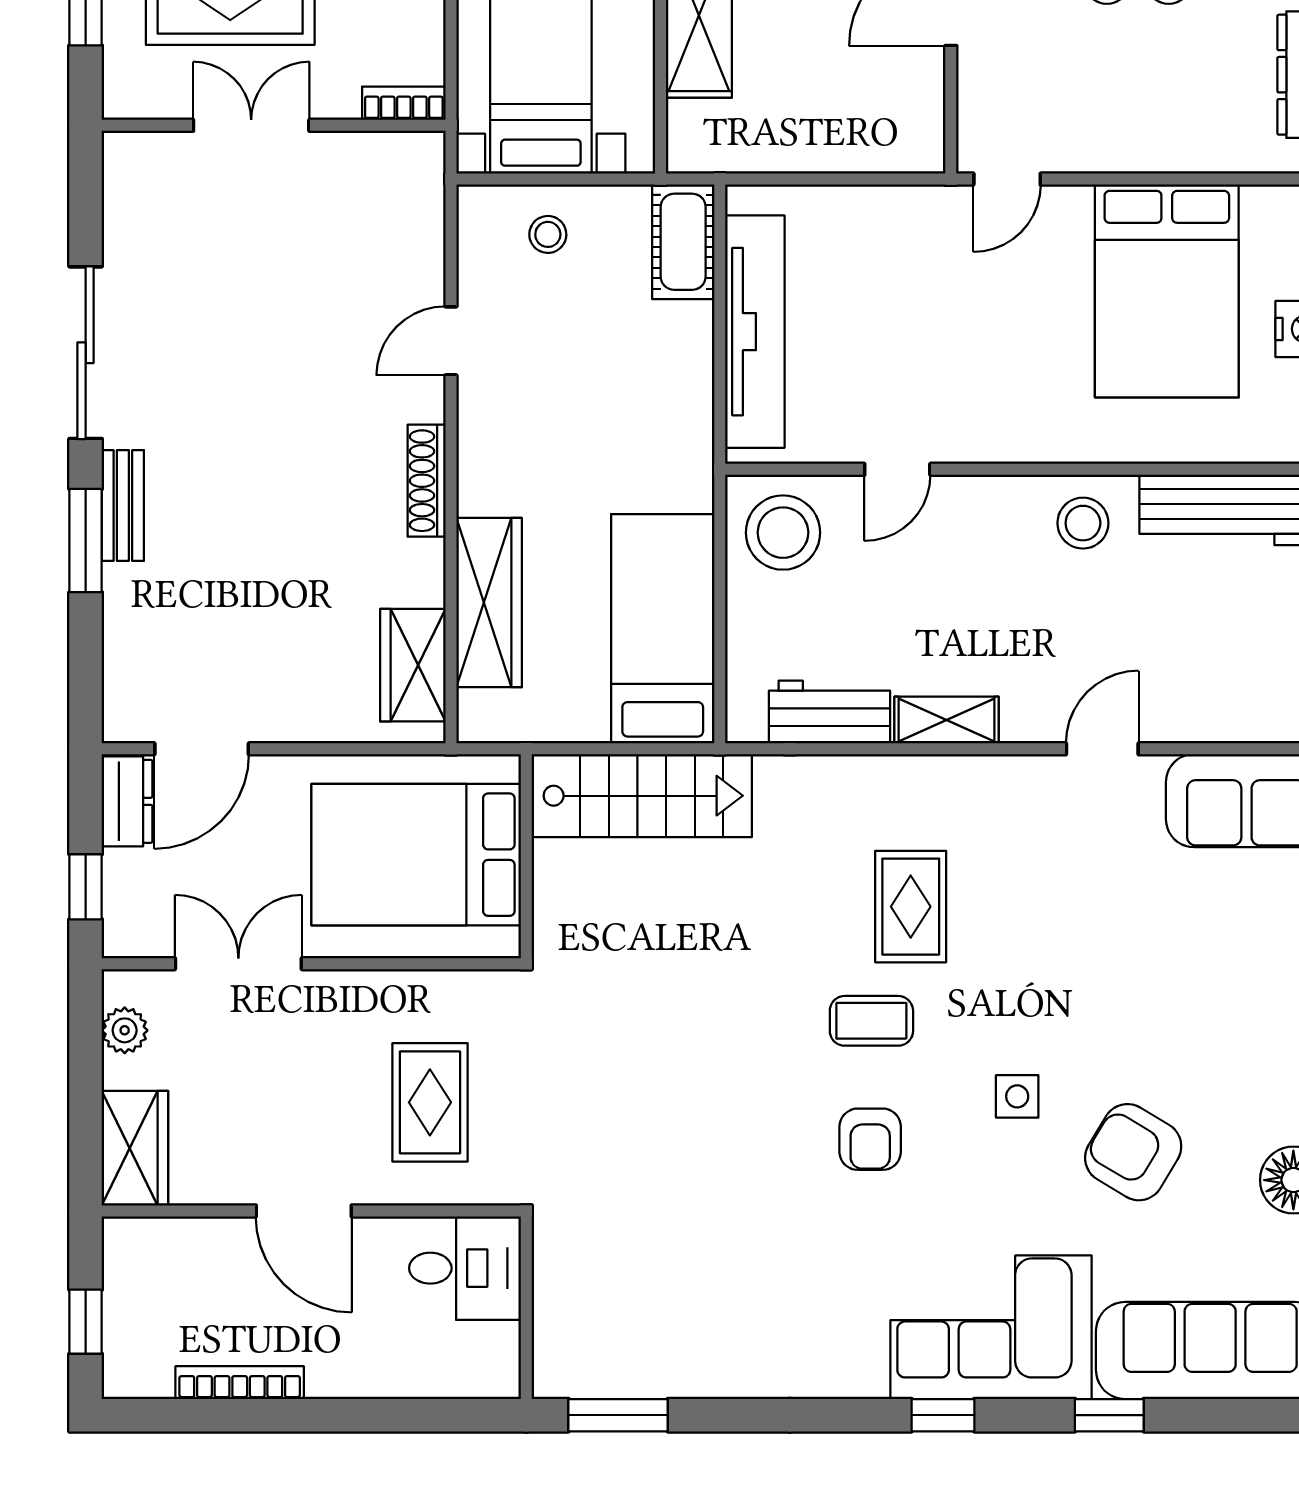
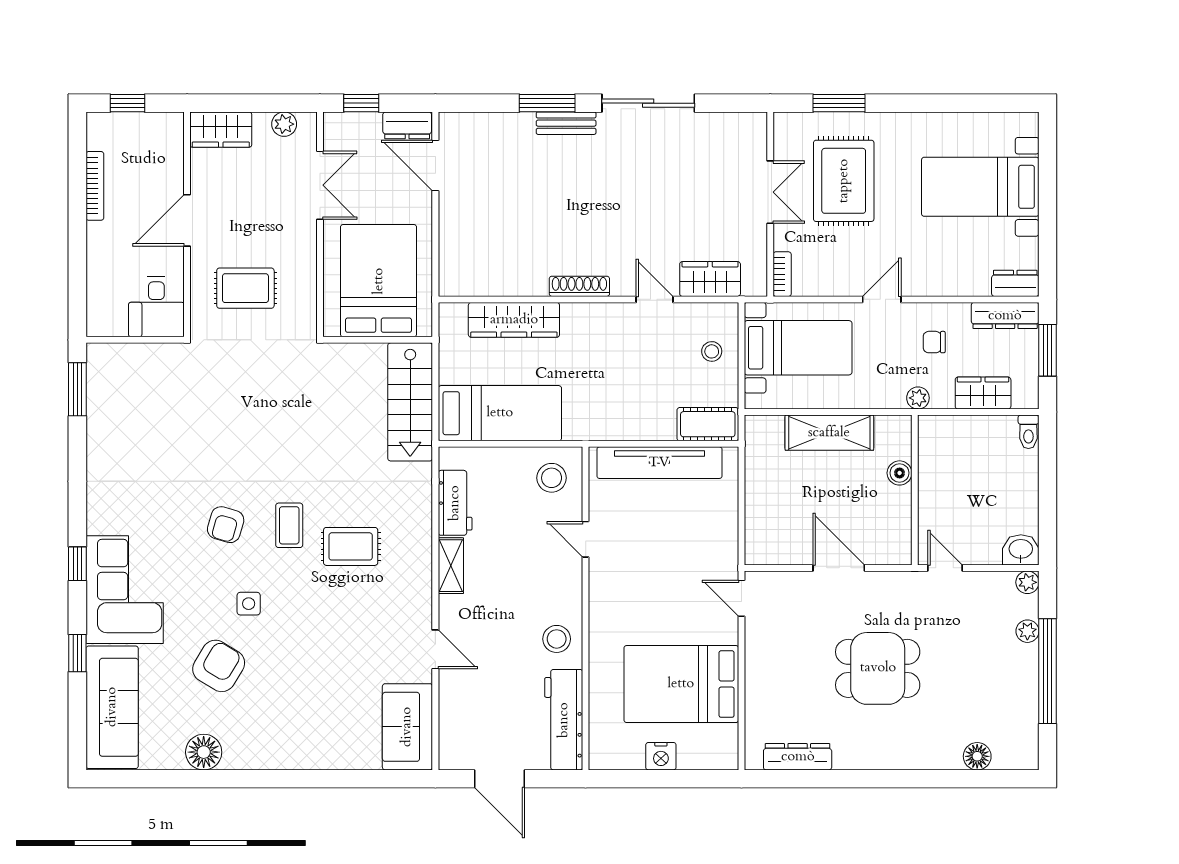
stool: (783, 533) -> (552, 478), width x0.73, depth x0.73
wardrobe: (413, 665) -> (710, 279), moved
armchair: (870, 1139) -> (226, 525), turned -74

